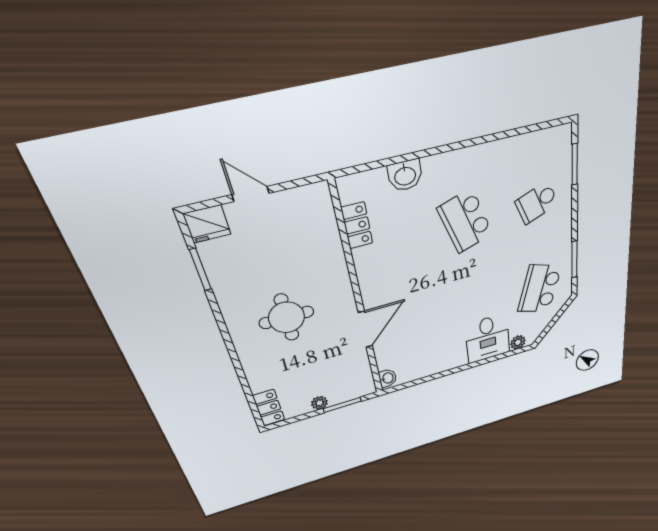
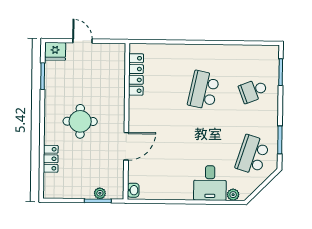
washbasin: (405, 175) -> (170, 52), removed
school desk: (465, 221) -> (204, 90), turned 30
locker: (357, 225) -> (136, 74), width x1.53
plant: (319, 403) -> (100, 193), moved
locker: (269, 408) -> (51, 159), moved

